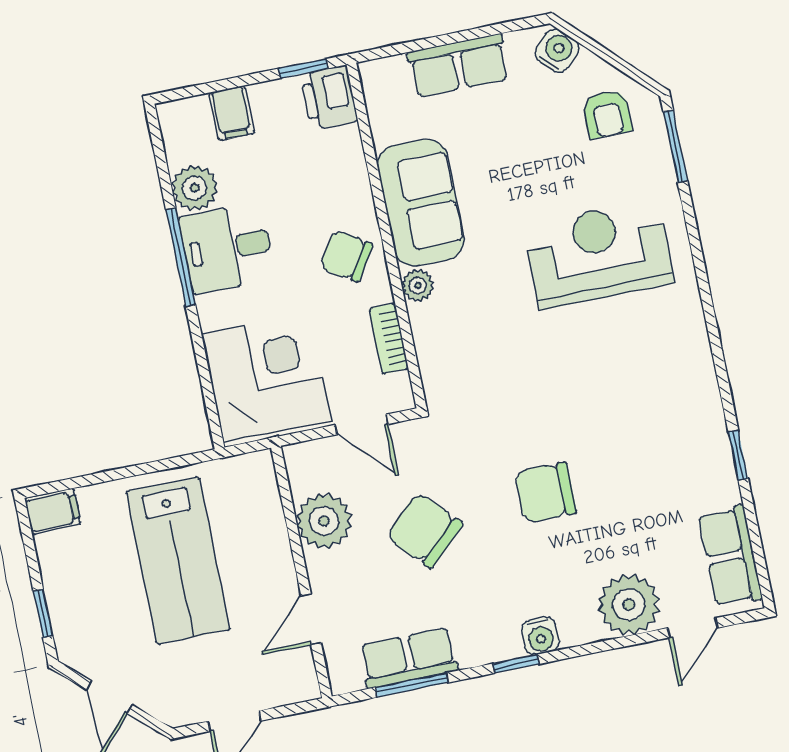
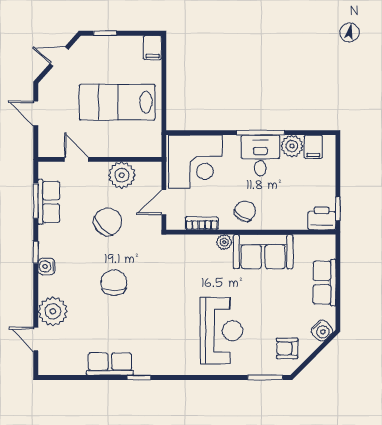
filing cabinet: (232, 113) -> (313, 147), moved, turned -90
window: (738, 455) -> (139, 377), moved
row of seats: (730, 556) -> (110, 364), moved

